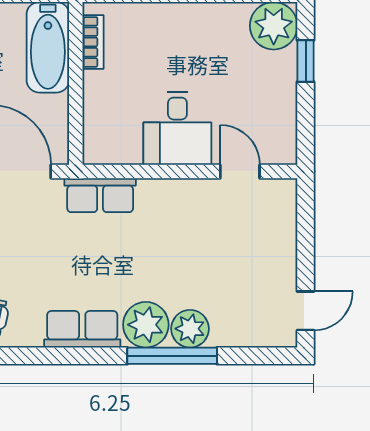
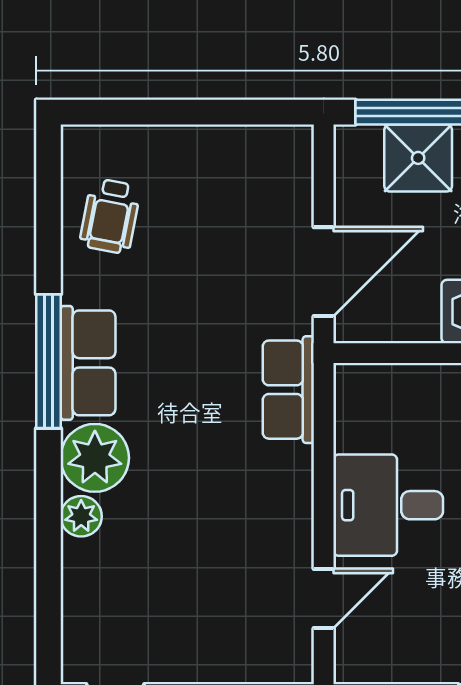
plant: (190, 329) -> (81, 516), width x0.73, depth x0.73
window: (172, 356) -> (49, 361), moved

